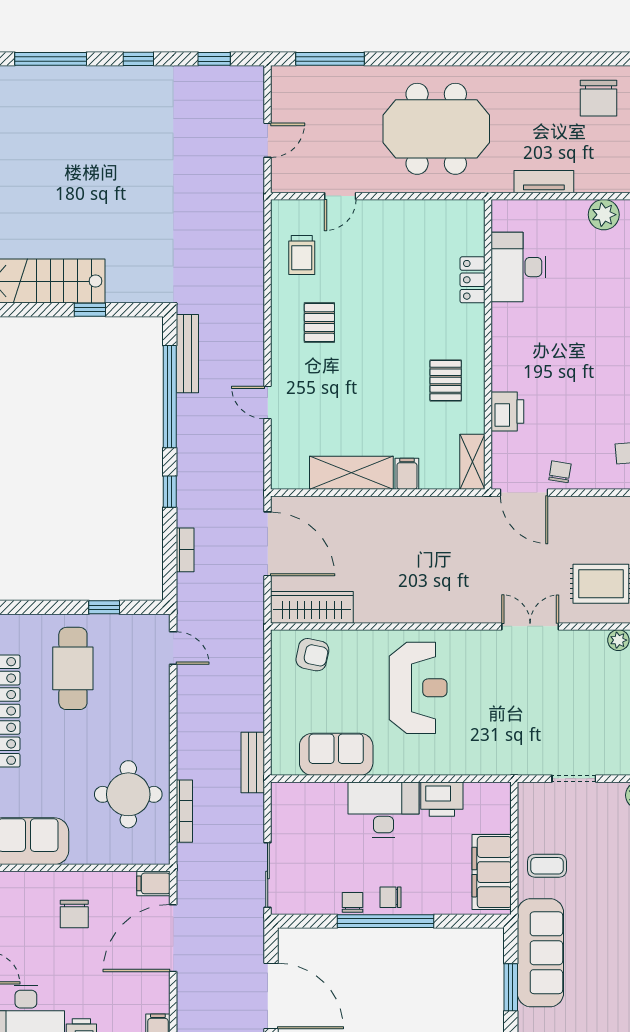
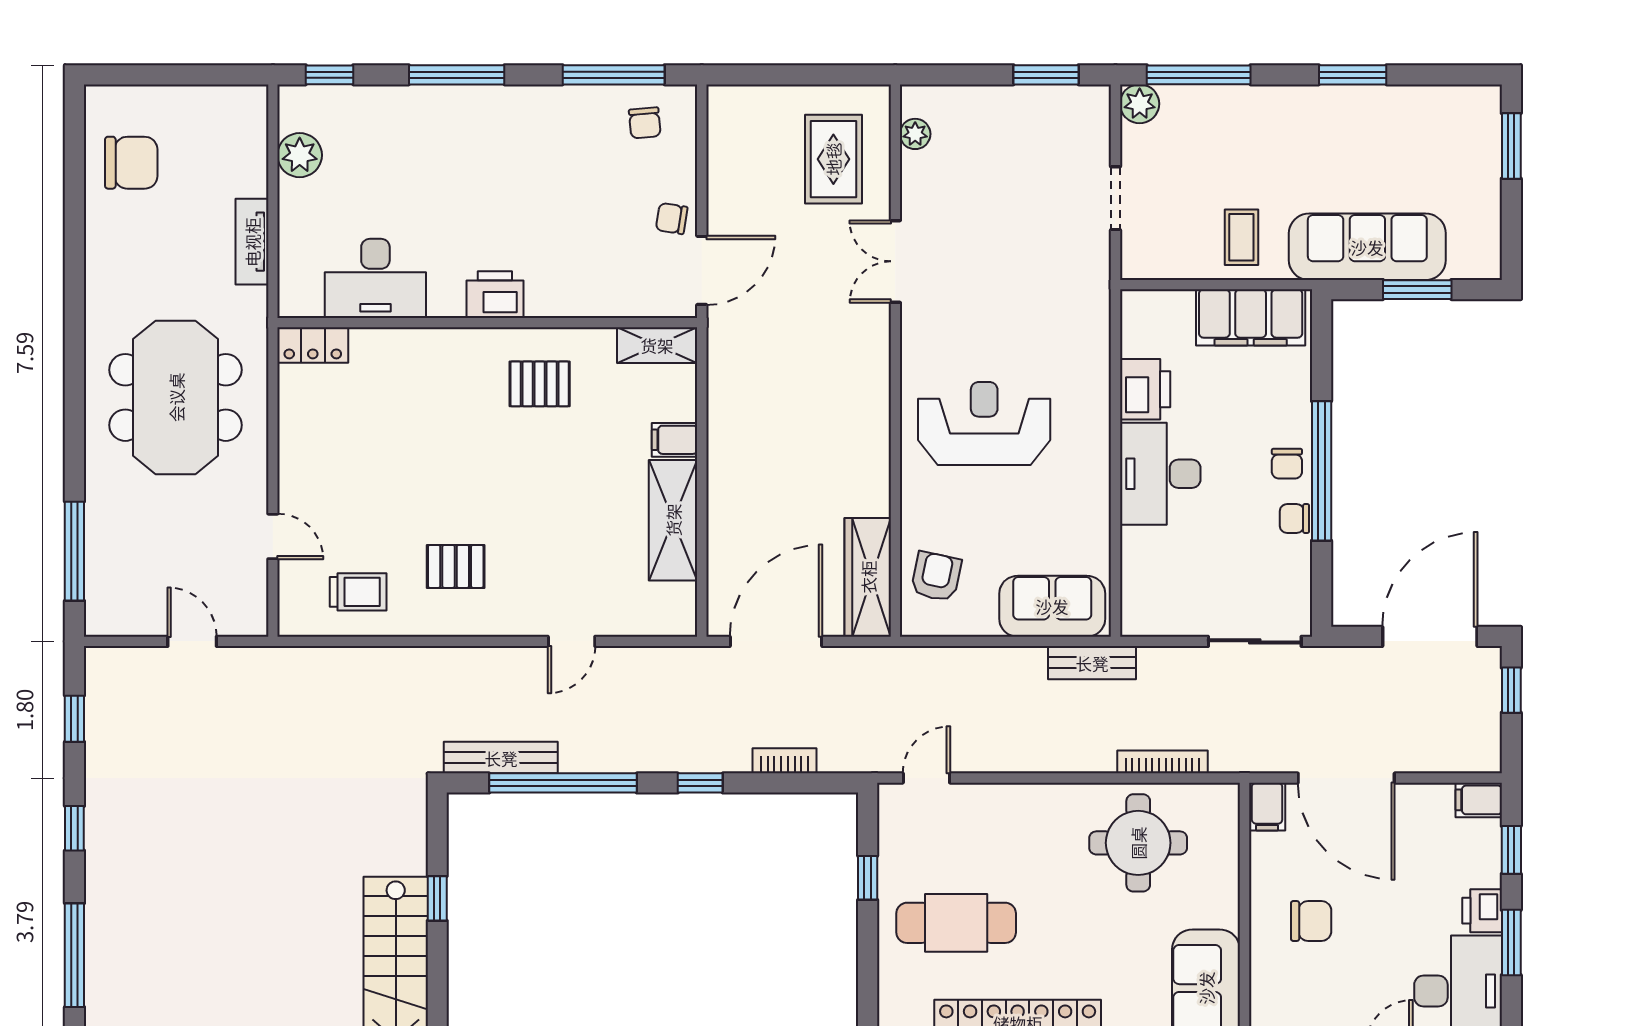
locker: (472, 280) -> (313, 345), moved
printer: (507, 412) -> (495, 295), moved
sofa: (336, 754) -> (1052, 606), moved, turned 90

